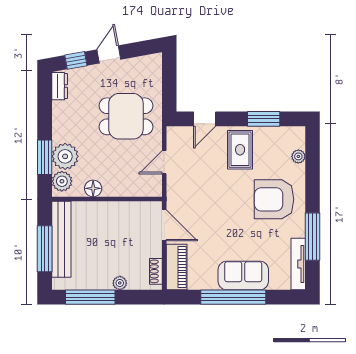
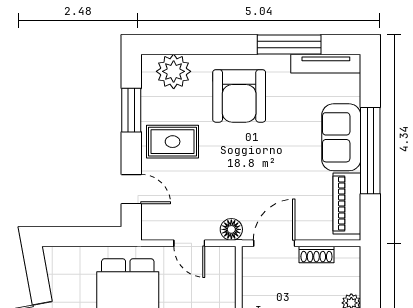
plant: (298, 156) -> (174, 71), width x1.88, depth x1.88
floor lamp: (175, 193) -> (231, 229), added
piano: (177, 267) -> (347, 204), moved, turned -90
shoe rack: (156, 271) -> (316, 255), moved

